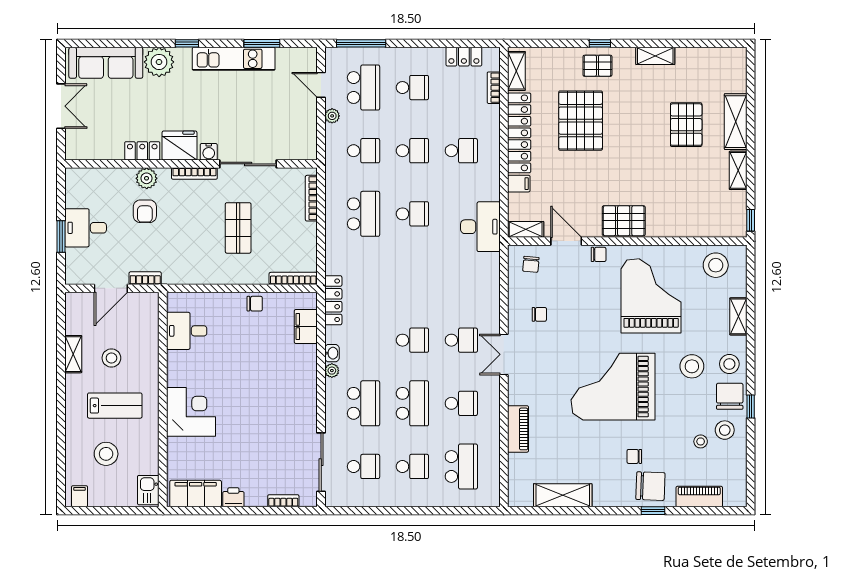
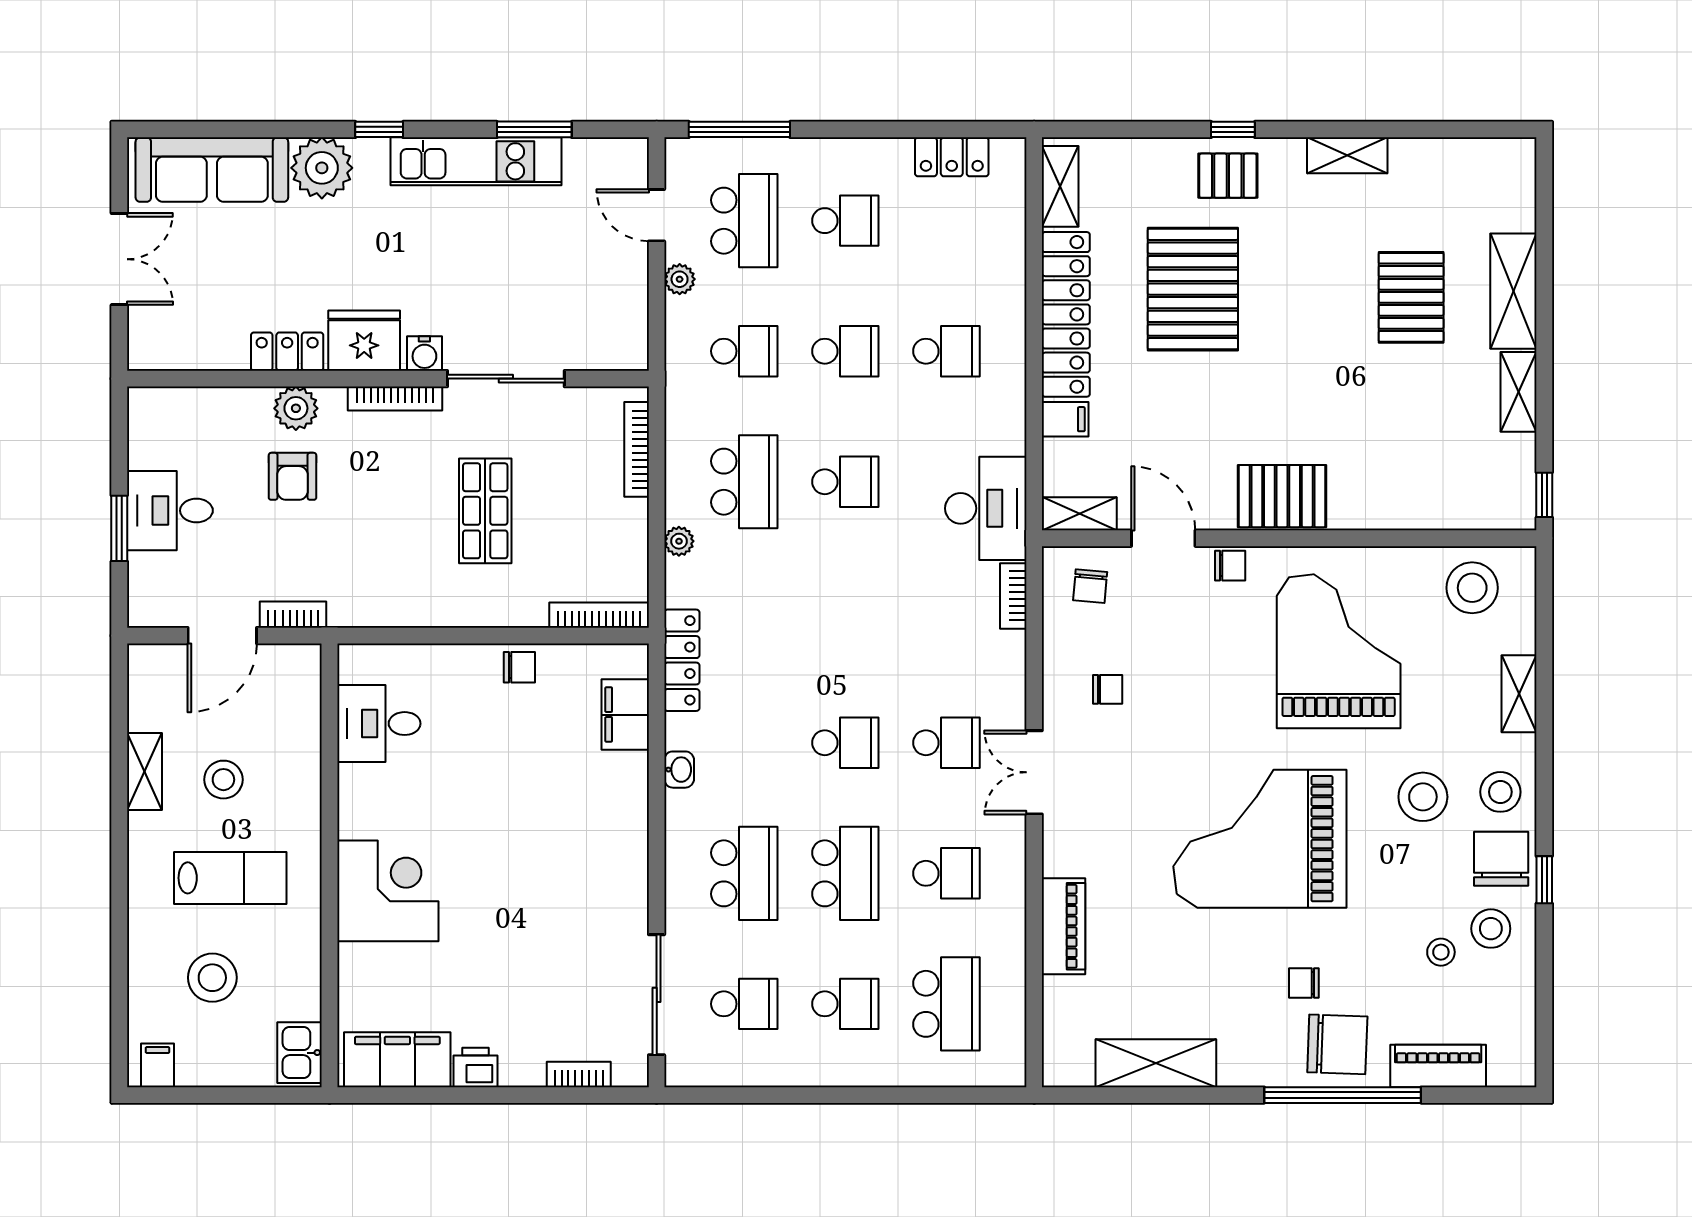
bookcase: (494, 88) -> (1013, 596), moved
plant: (332, 371) -> (679, 541), moved
window: (653, 511) -> (1343, 1095), width x3.17

